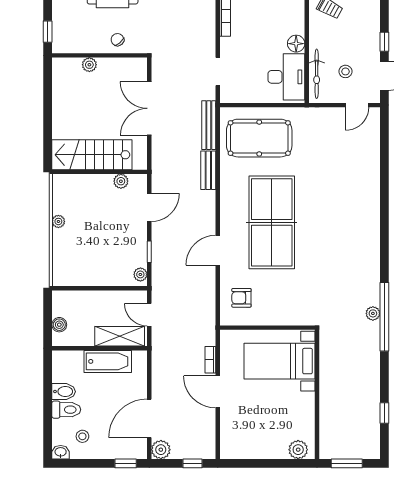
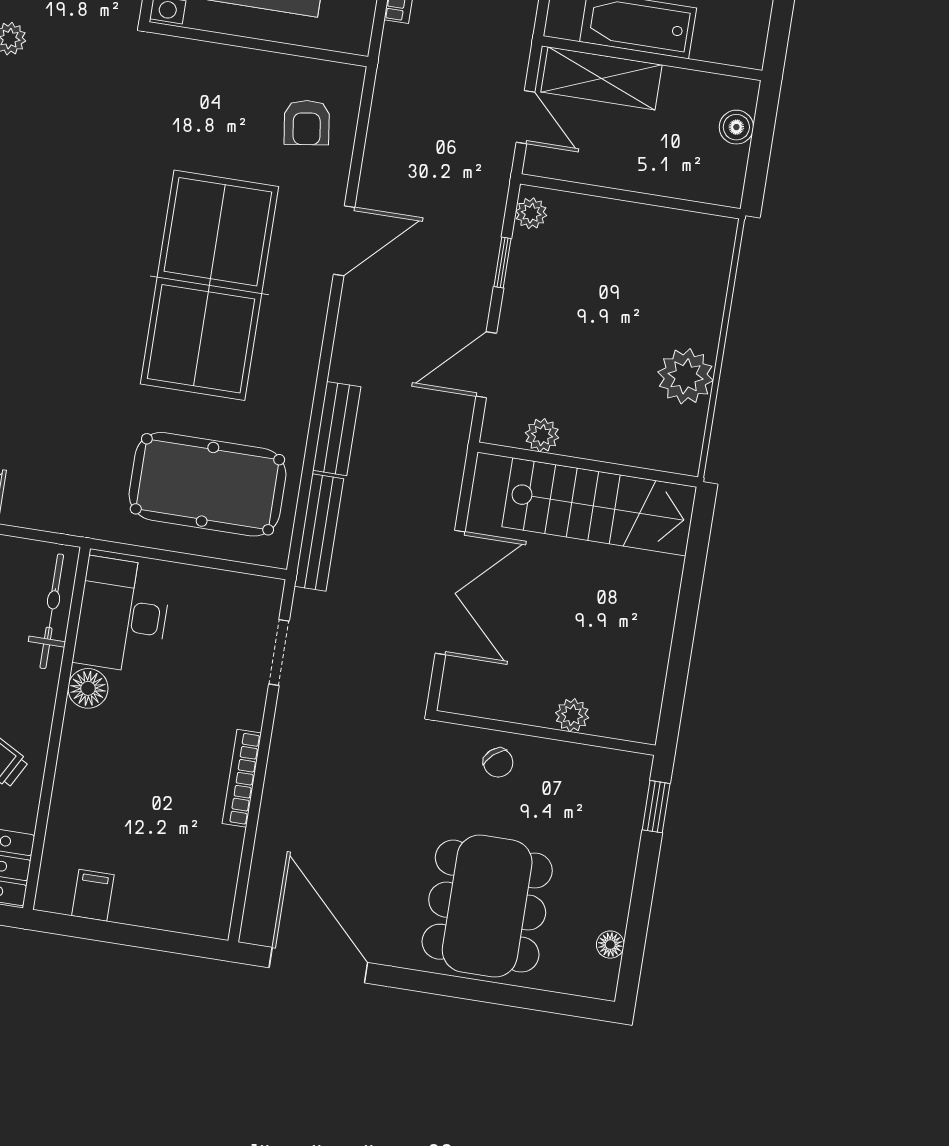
plant: (58, 221) -> (686, 376), width x1.87, depth x1.87
armchair: (241, 298) -> (307, 123), turned 82

